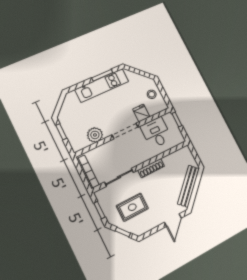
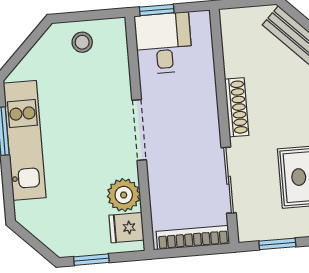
fridge: (141, 113) -> (127, 228), moved
desk: (156, 133) -> (164, 43), moved, turned 90

